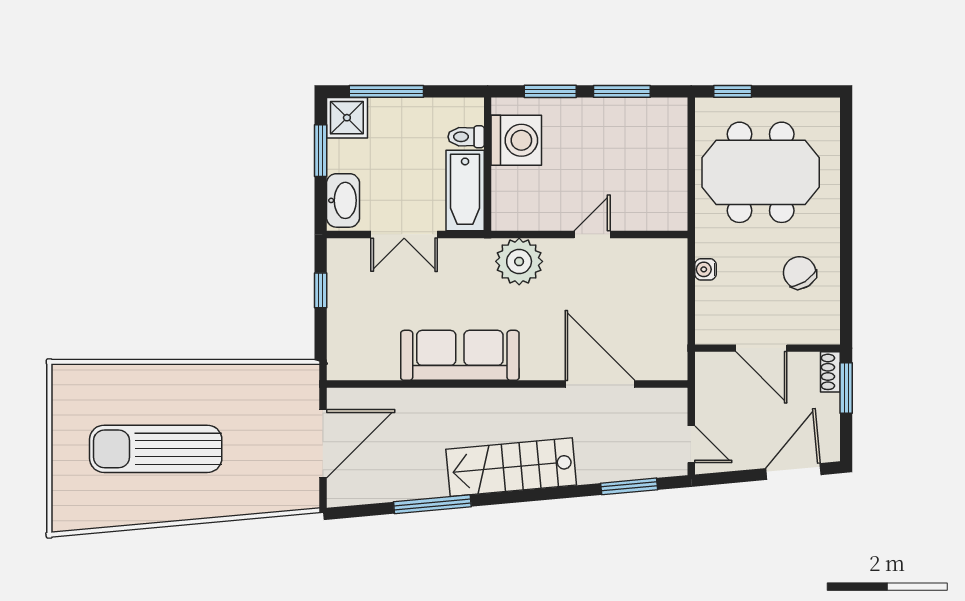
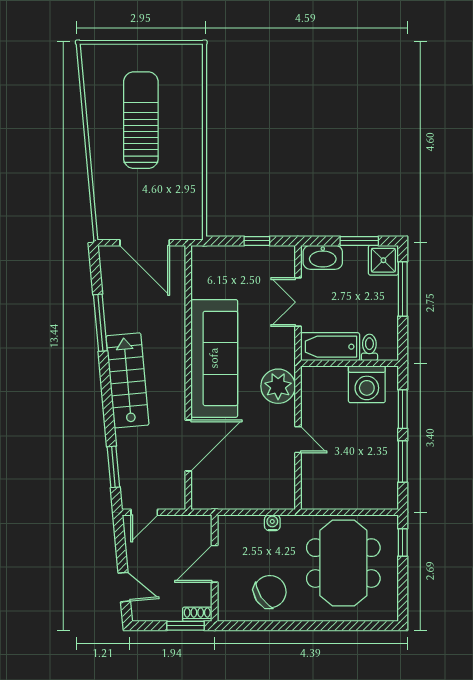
chair: (800, 273) -> (270, 592), width x1.37, depth x1.37
sofa: (460, 355) -> (214, 358), width x1.36, depth x1.27
door: (793, 472) -> (124, 587), width x0.73

